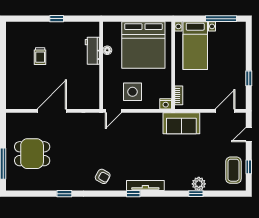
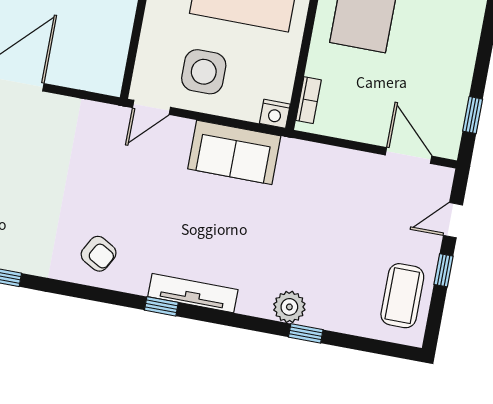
window: (249, 78) -> (473, 115), moved
door: (225, 111) -> (408, 156), hinge flipped
sofa: (181, 123) -> (234, 152), moved
window: (249, 167) -> (444, 270), moved
plant: (199, 184) -> (289, 307), moved

